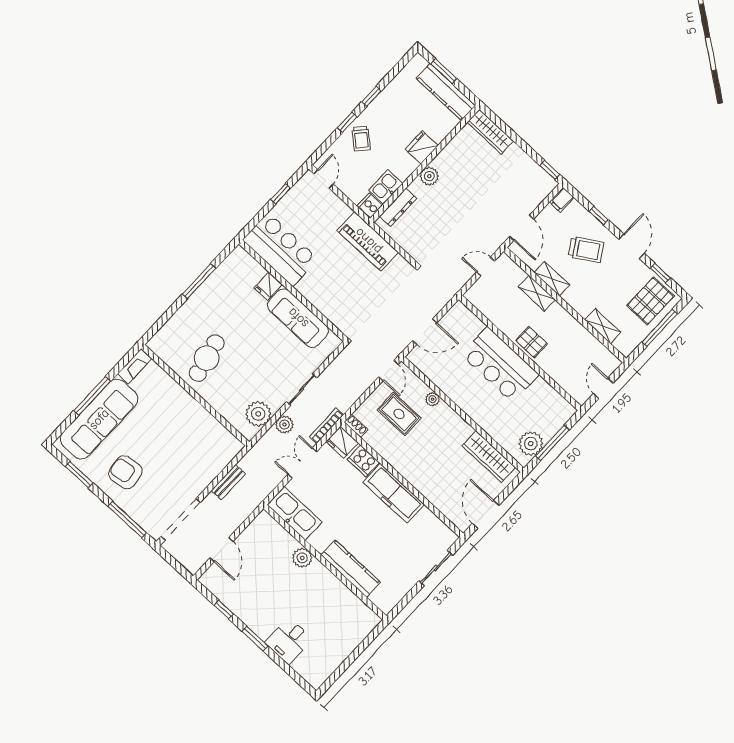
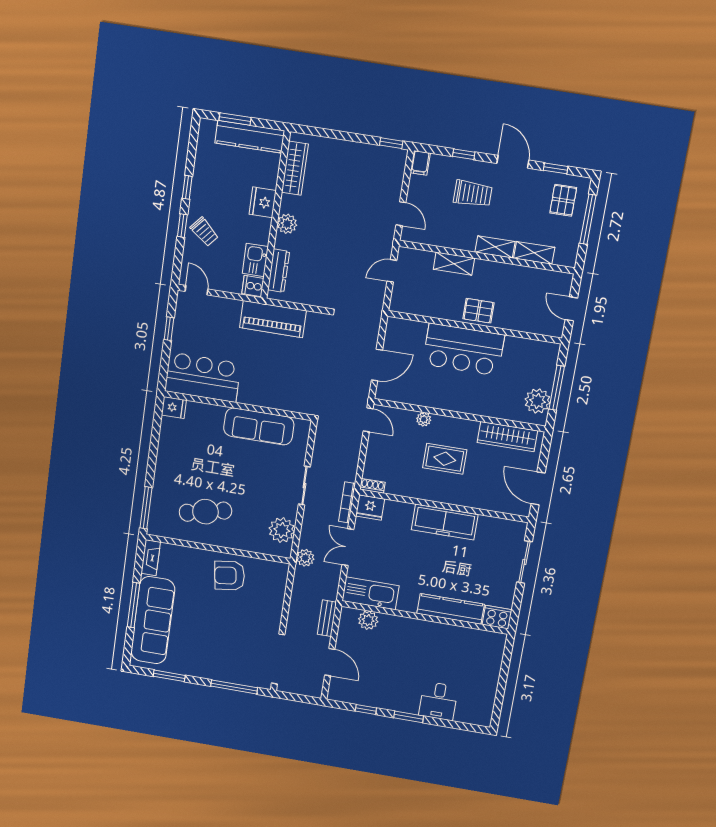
wardrobe: (490, 132) -> (295, 168), moved, turned -90
door: (522, 228) -> (401, 214), width x0.73
trolley: (586, 250) -> (473, 194), turned 32
shelving: (552, 279) -> (495, 247), moved
window: (199, 281) -> (146, 508), moved
fridge: (268, 286) -> (174, 408), moved, turned -90
pallet: (650, 301) -> (563, 200), width x0.67, depth x0.71
cafe table: (207, 358) -> (205, 512), turned 90
rug: (399, 414) -> (445, 459), moved
plant: (284, 425) -> (305, 558), moved
cooker: (363, 461) -> (497, 617), moved, turned 180
armchair: (125, 472) -> (230, 576), moved
bench: (228, 482) -> (327, 618), moved
plant: (302, 558) -> (368, 620), moved

